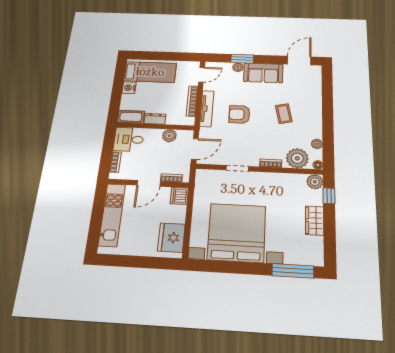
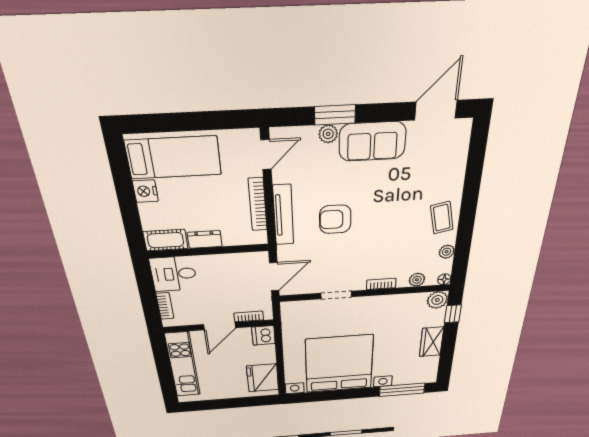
coffee table: (284, 114) -> (442, 218), moved
plant: (169, 136) -> (233, 262), removed
plant: (297, 158) -> (417, 280), width x0.53, depth x0.53

